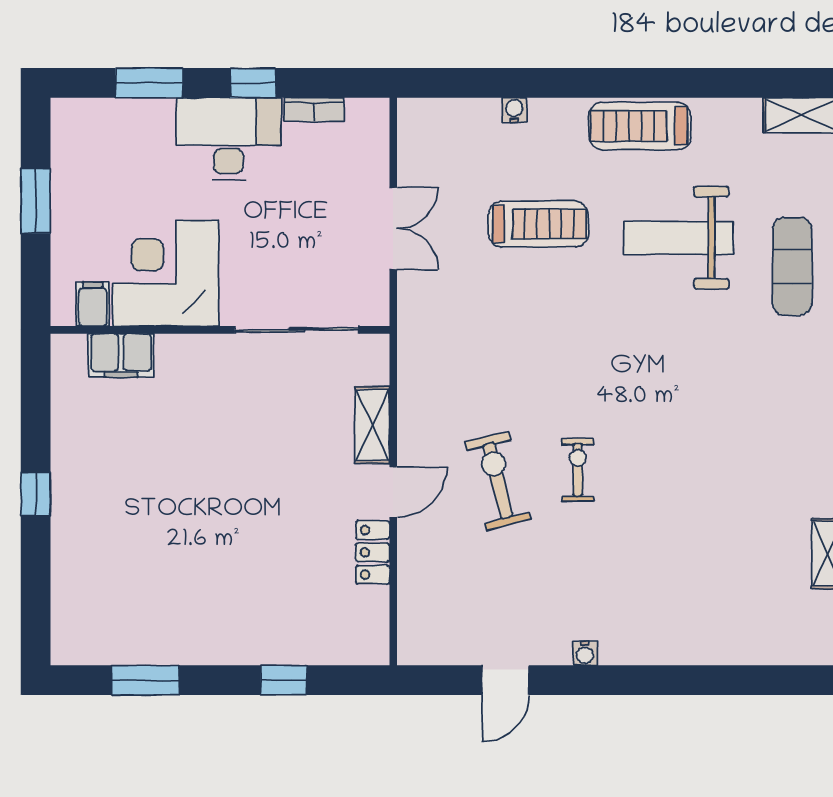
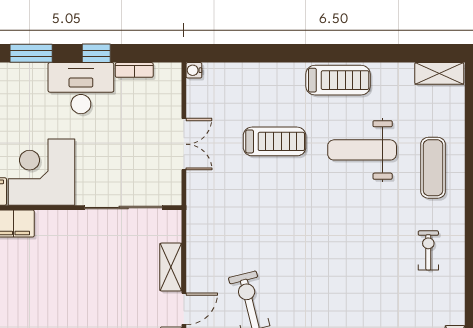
water cooler: (514, 110) -> (194, 70), moved, turned -90
treadmill: (640, 126) -> (338, 80), turned 180
exercise bike: (578, 470) -> (428, 250), moved

